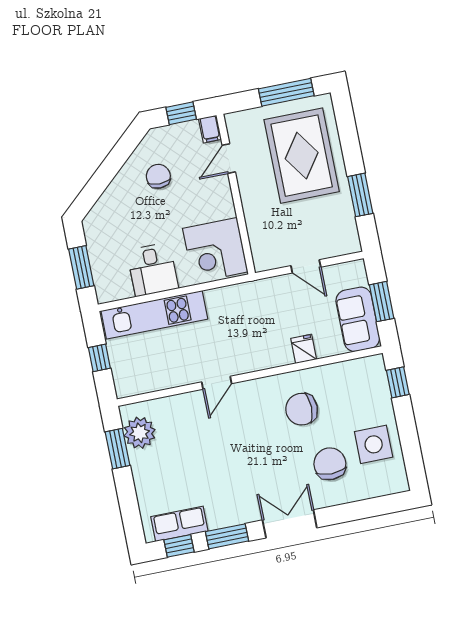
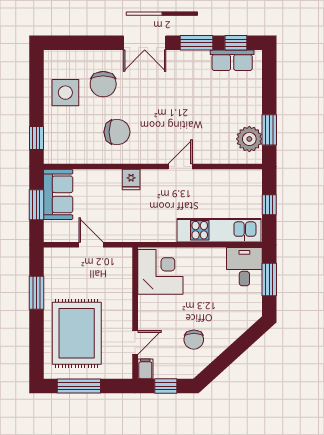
desk: (153, 269) -> (244, 267), moved
fridge: (304, 349) -> (131, 179), moved

